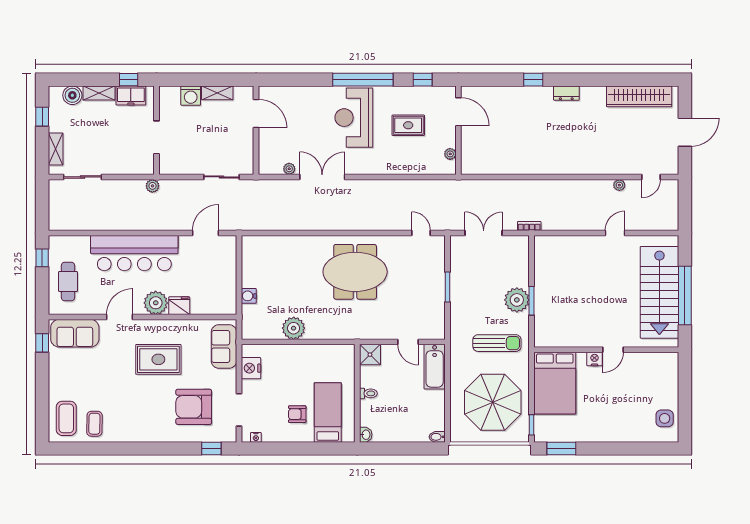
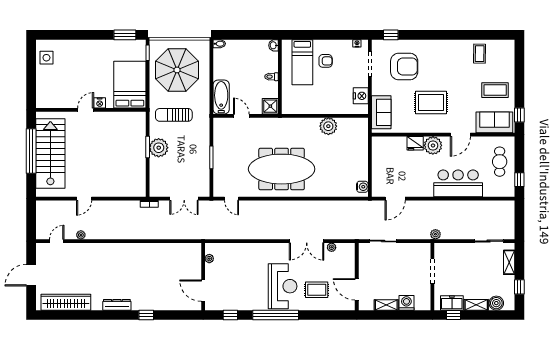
dresser: (566, 93) -> (117, 305), width x1.44
rug: (408, 125) -> (317, 290), moved
bar counter: (134, 253) -> (458, 183), width x0.73
meeting table: (355, 272) -> (282, 169), width x1.36
water cooler: (249, 296) -> (362, 187), moved
coffee table: (66, 418) -> (495, 90), moved, turned 90

